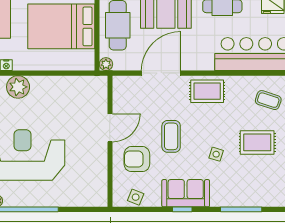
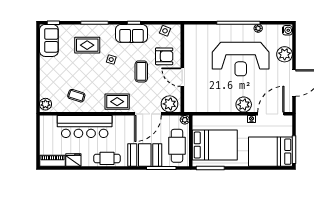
plant: (129, 88) -> (170, 104), added
door: (110, 128) -> (182, 77), hinge flipped
rug: (257, 142) -> (87, 45), moved

